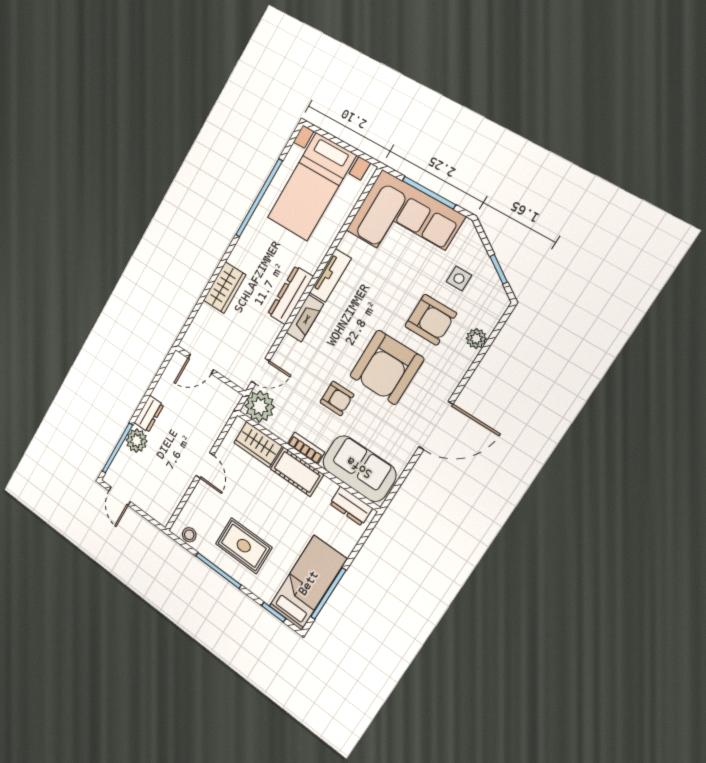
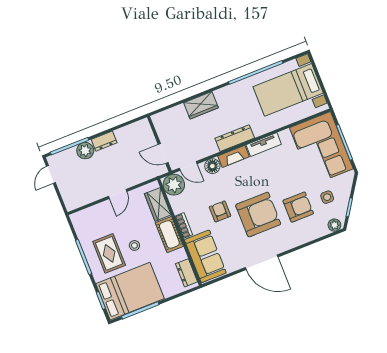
armchair: (431, 320) -> (298, 207), turned -90
plant: (476, 339) -> (334, 225), moved
floor lamp: (288, 350) -> (212, 166), added
door: (201, 364) -> (163, 153), moved
armchair: (387, 367) -> (258, 215), turned 180
armchair: (337, 398) -> (220, 211), turned 180
stool: (189, 535) -> (134, 245), moved
bed: (308, 583) -> (130, 291), width x1.50

